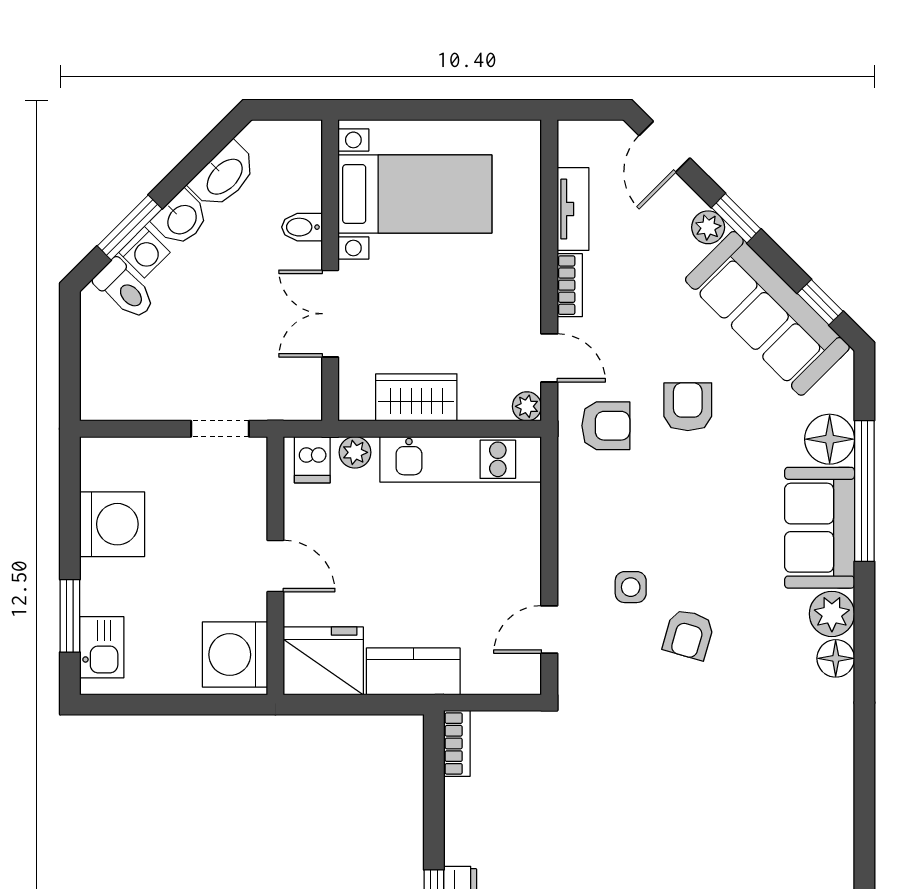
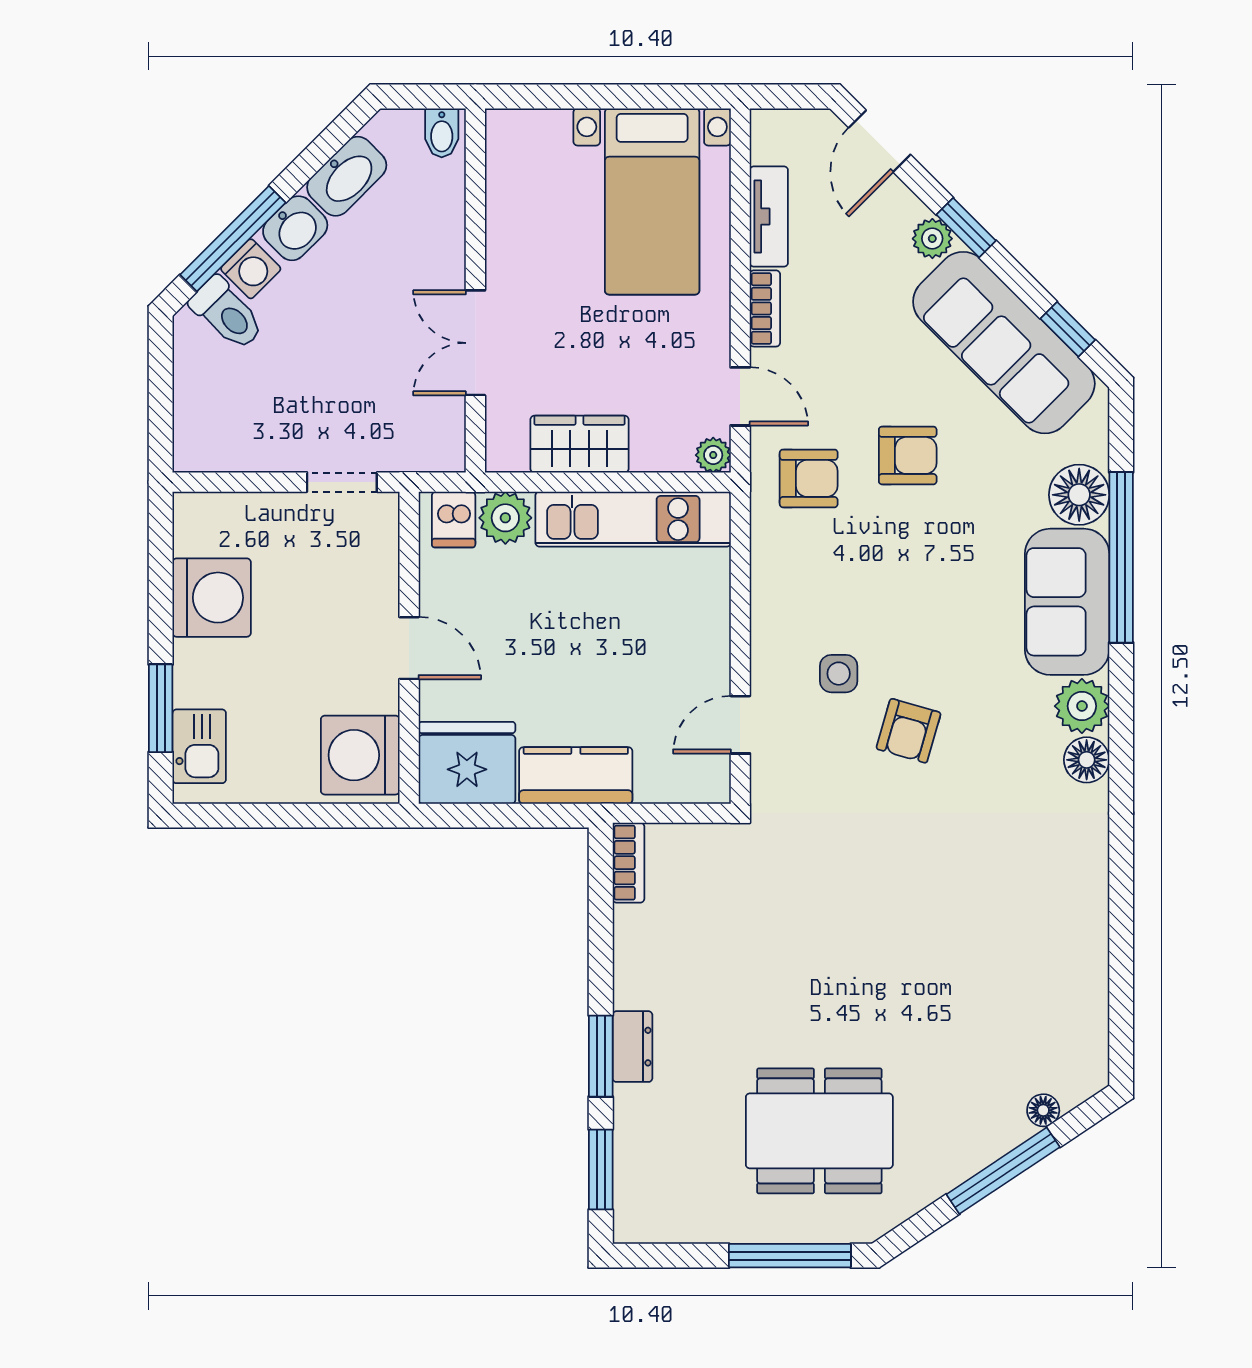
bed with nightstands: (415, 194) -> (652, 201), moved, turned 90
window: (130, 227) -> (233, 239), width x1.44
bidet: (302, 227) -> (442, 133), moved, turned -90
armchair: (688, 407) -> (908, 455), turned 90
plant: (355, 452) -> (505, 518), width x1.38, depth x1.38

